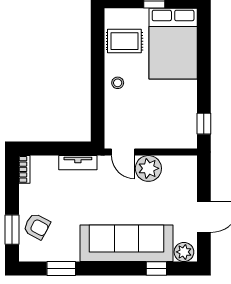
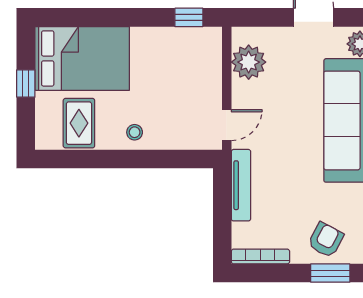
tv unit: (78, 163) -> (241, 185), width x1.41
plant: (148, 168) -> (249, 62), moved
bookcase: (24, 169) -> (260, 257), width x1.56

